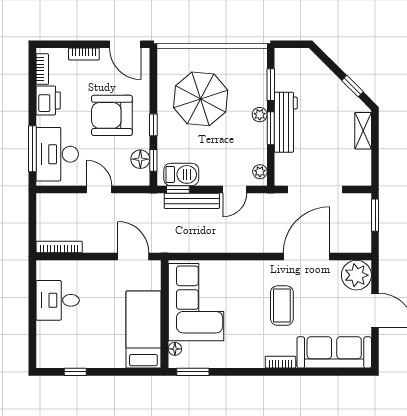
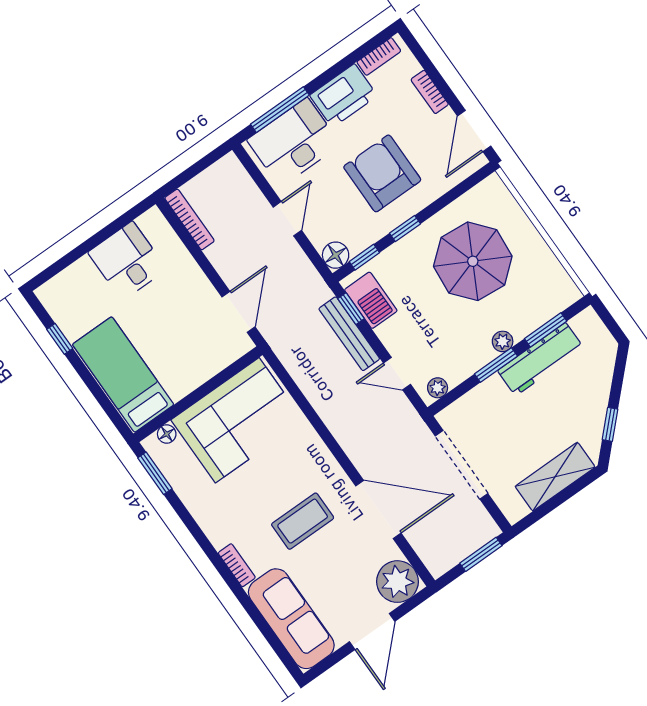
printer: (48, 100) -> (343, 96), width x1.37, depth x1.19
workbench: (286, 122) -> (541, 359), moved
shelving: (363, 131) -> (555, 477), width x1.50, depth x1.33
floor lamp: (140, 159) -> (336, 255), moved
bed: (143, 330) -> (123, 375), moved, turned -90

